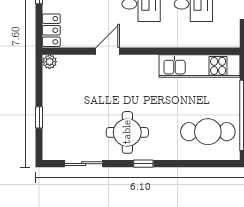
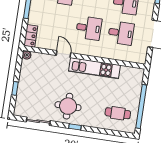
door: (108, 51) -> (64, 54), hinge flipped
kitchen unit: (200, 66) -> (94, 68), moved
cafe table: (208, 132) -> (118, 113), width x0.73, depth x0.74

